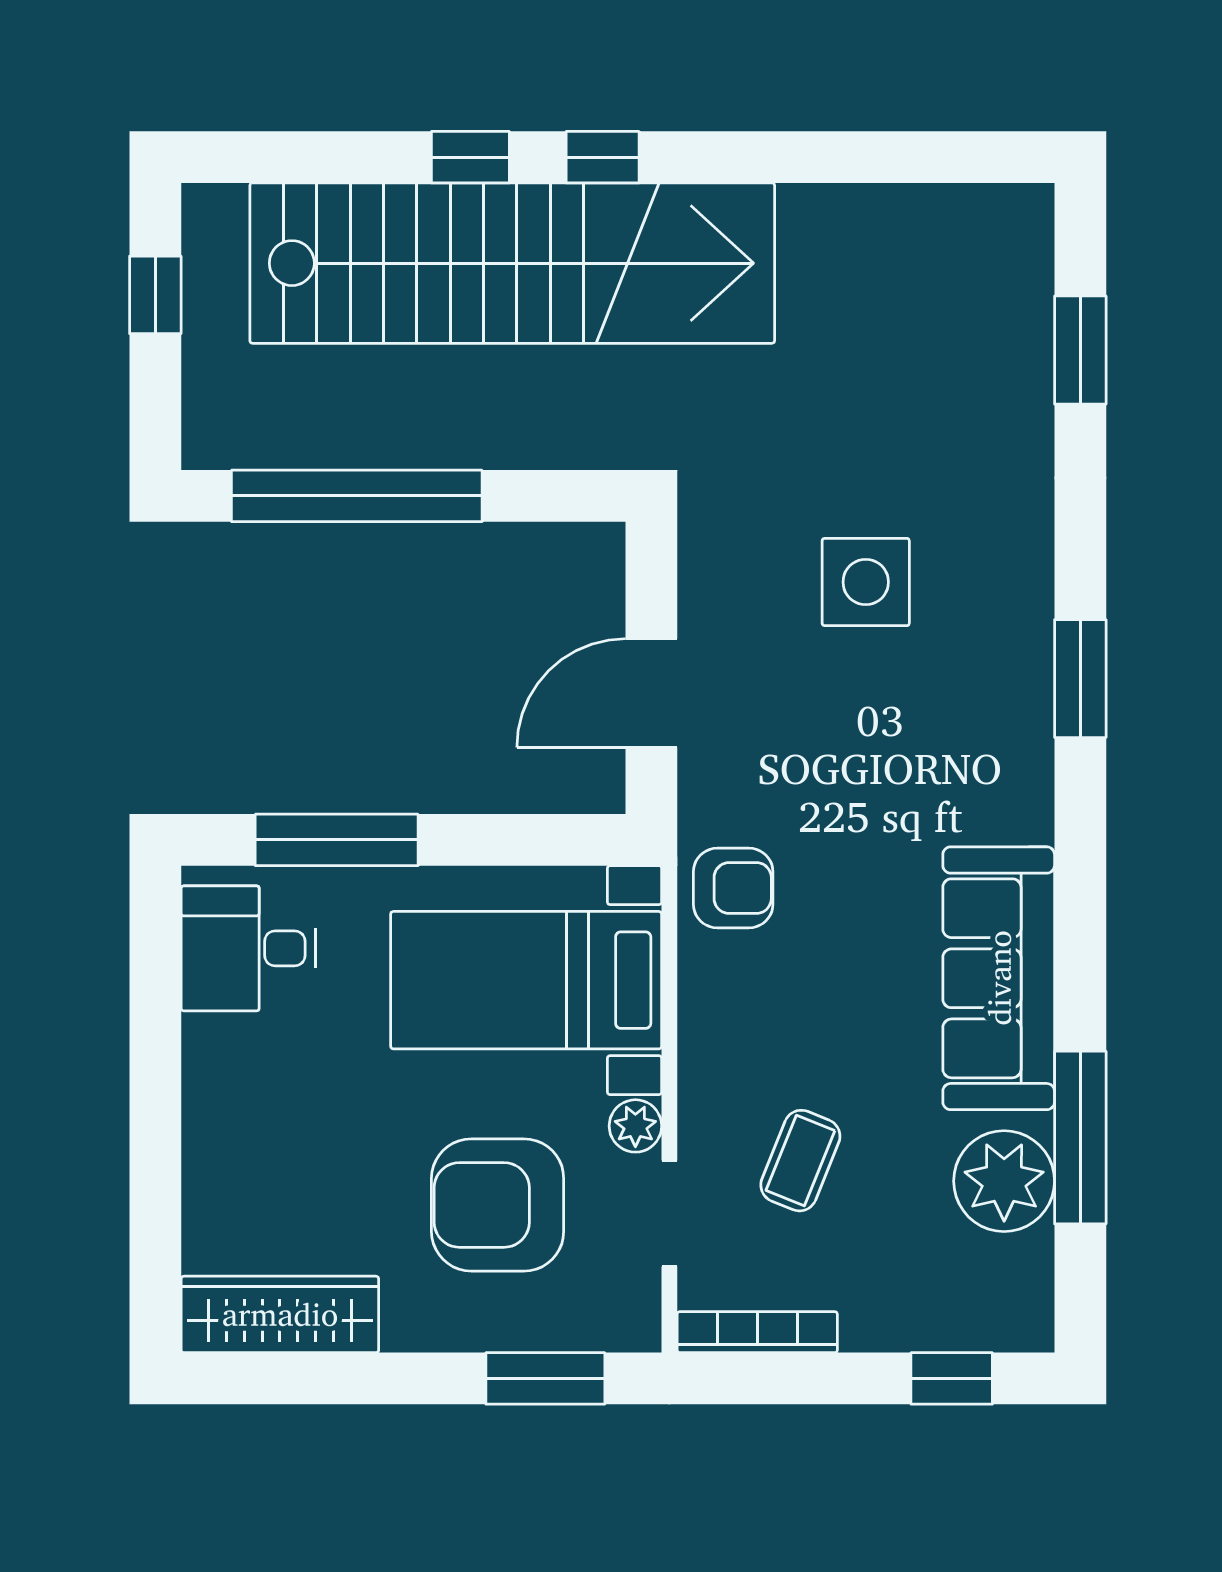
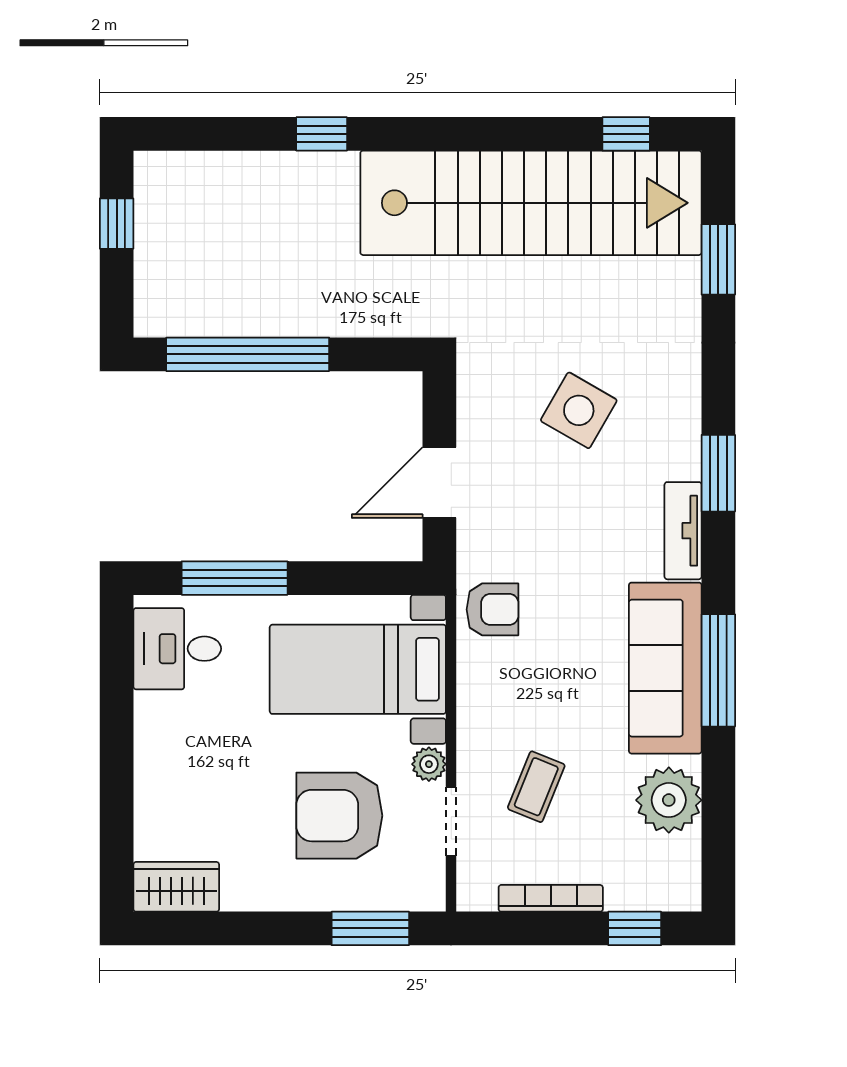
window: (603, 157) -> (626, 134), moved
stairs: (512, 263) -> (531, 203), moved
side table: (866, 582) -> (579, 410), turned 30
tv unit: (1026, 767) -> (683, 531), added
window: (1080, 1138) -> (718, 670), moved
wardrobe: (280, 1314) -> (176, 887), width x0.67
bookcase: (757, 1332) -> (551, 898), moved

